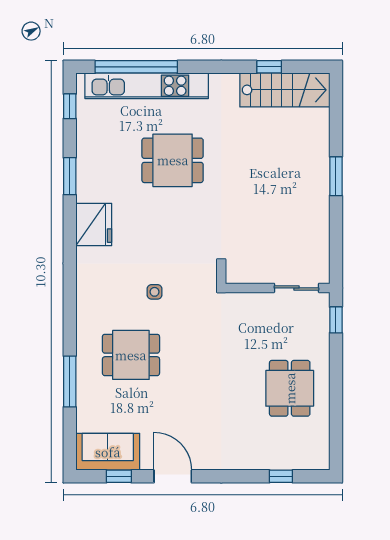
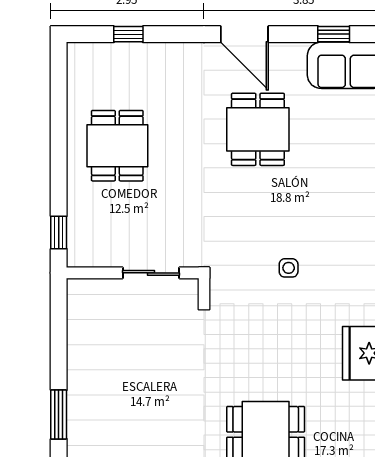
sliding door: (297, 288) -> (151, 273), moved
dining table: (131, 355) -> (258, 129), moved, turned 90
door: (173, 476) -> (244, 34), moved

